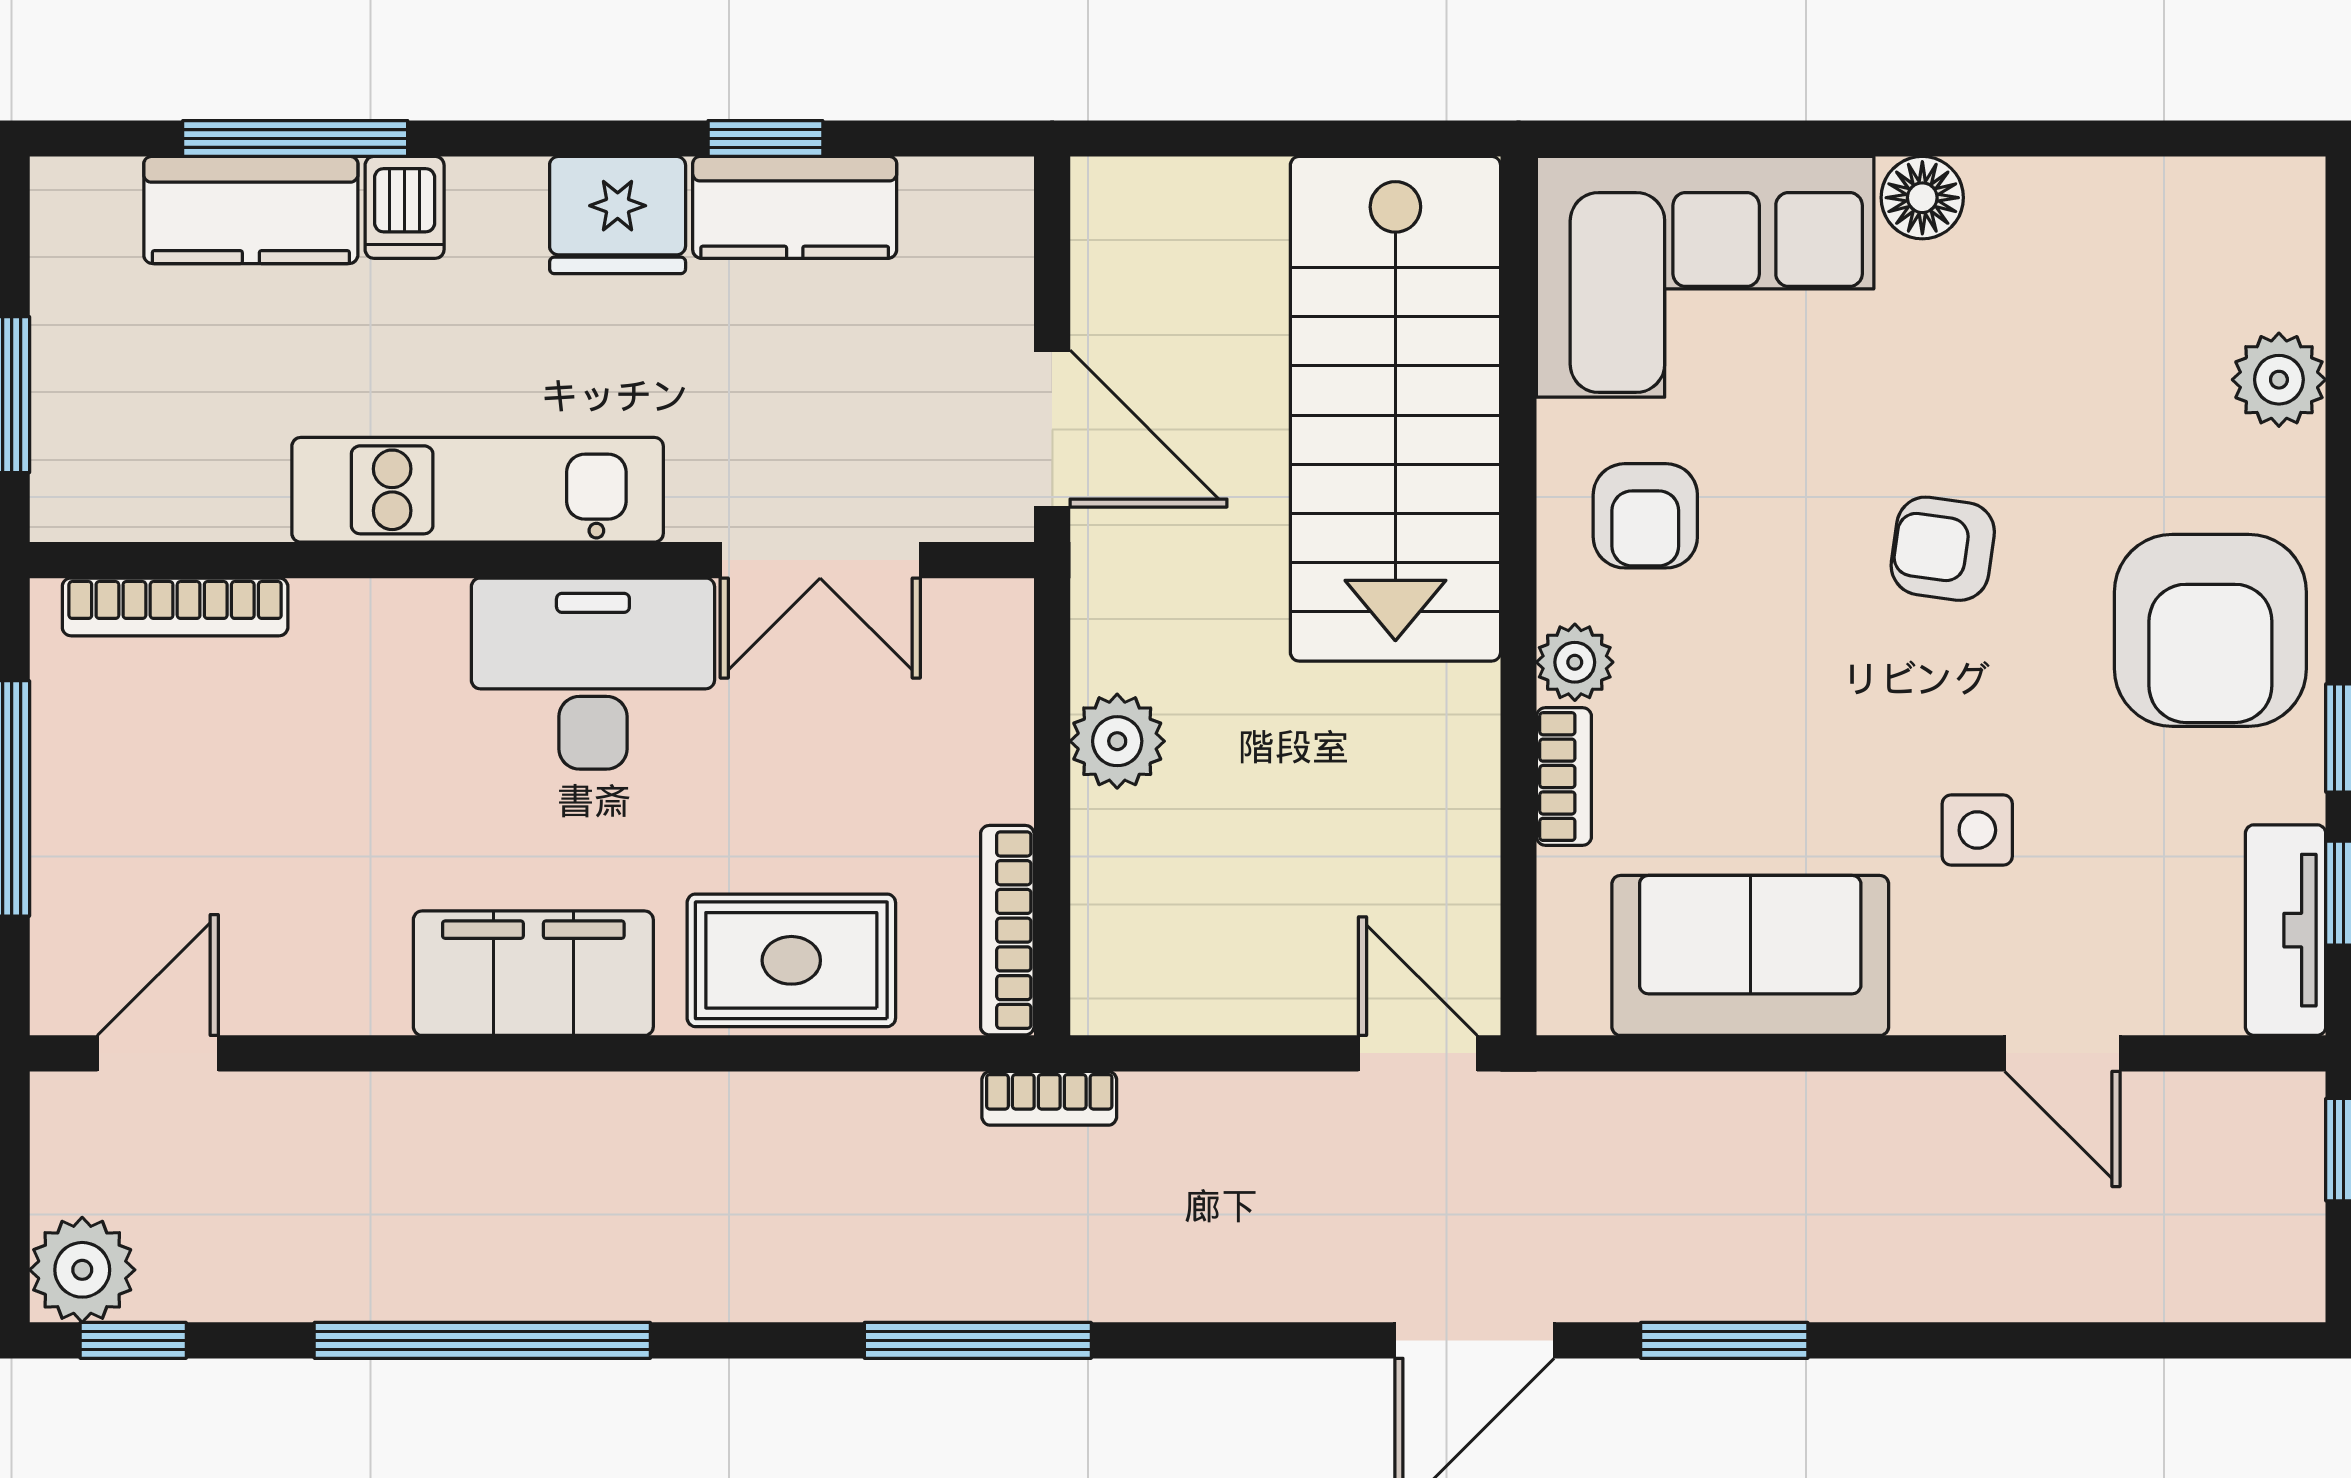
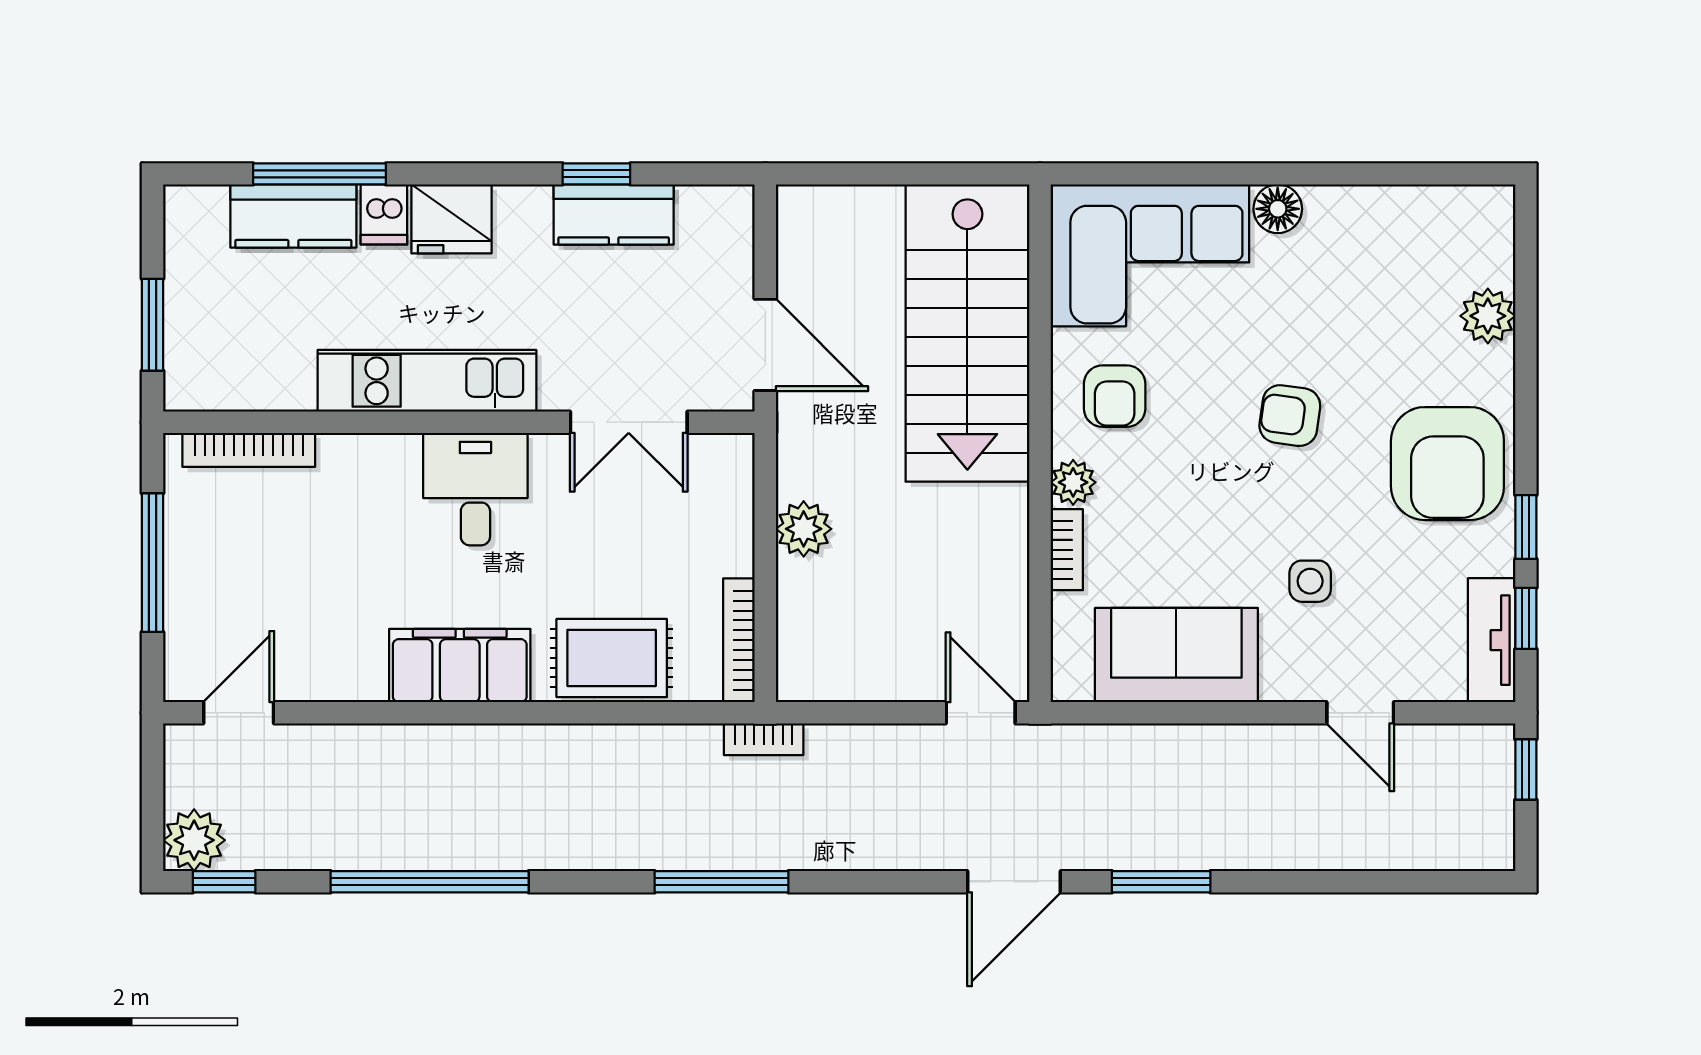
fridge: (618, 215) -> (451, 219), moved
desk: (593, 674) -> (475, 489), width x0.73

